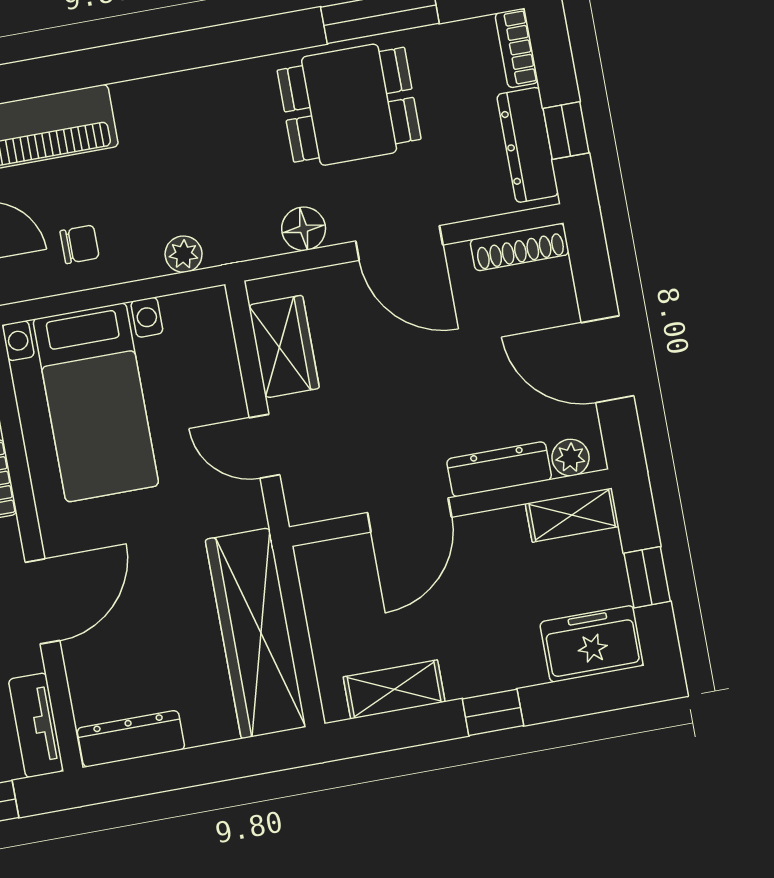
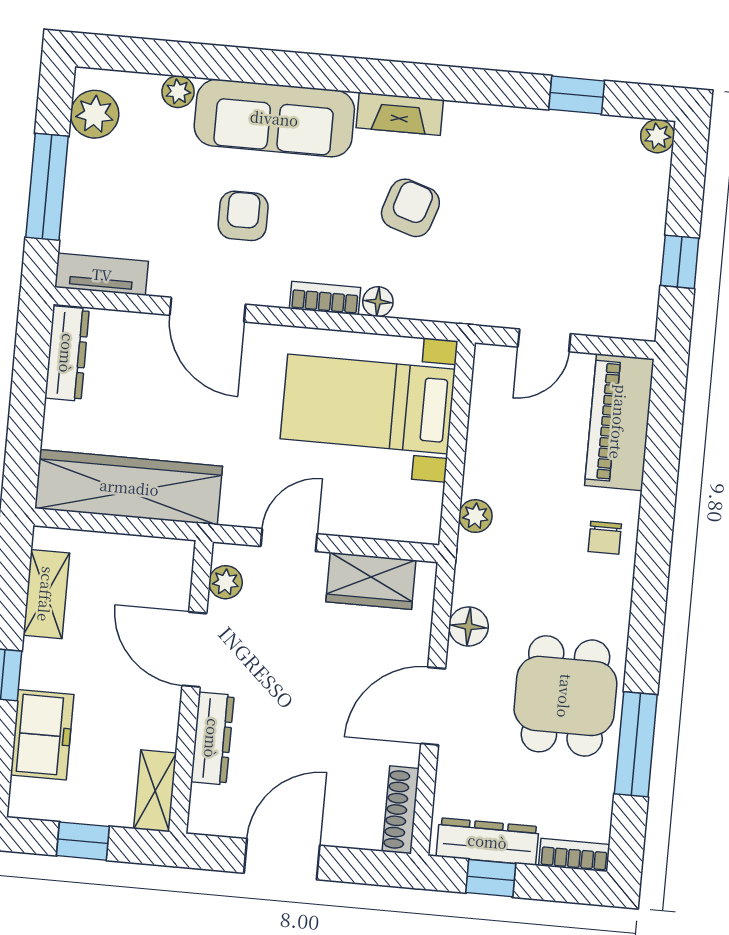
chair: (80, 244) -> (605, 538), moved
plant: (570, 458) -> (226, 582), moved
freezer: (592, 644) -> (42, 735), moved

